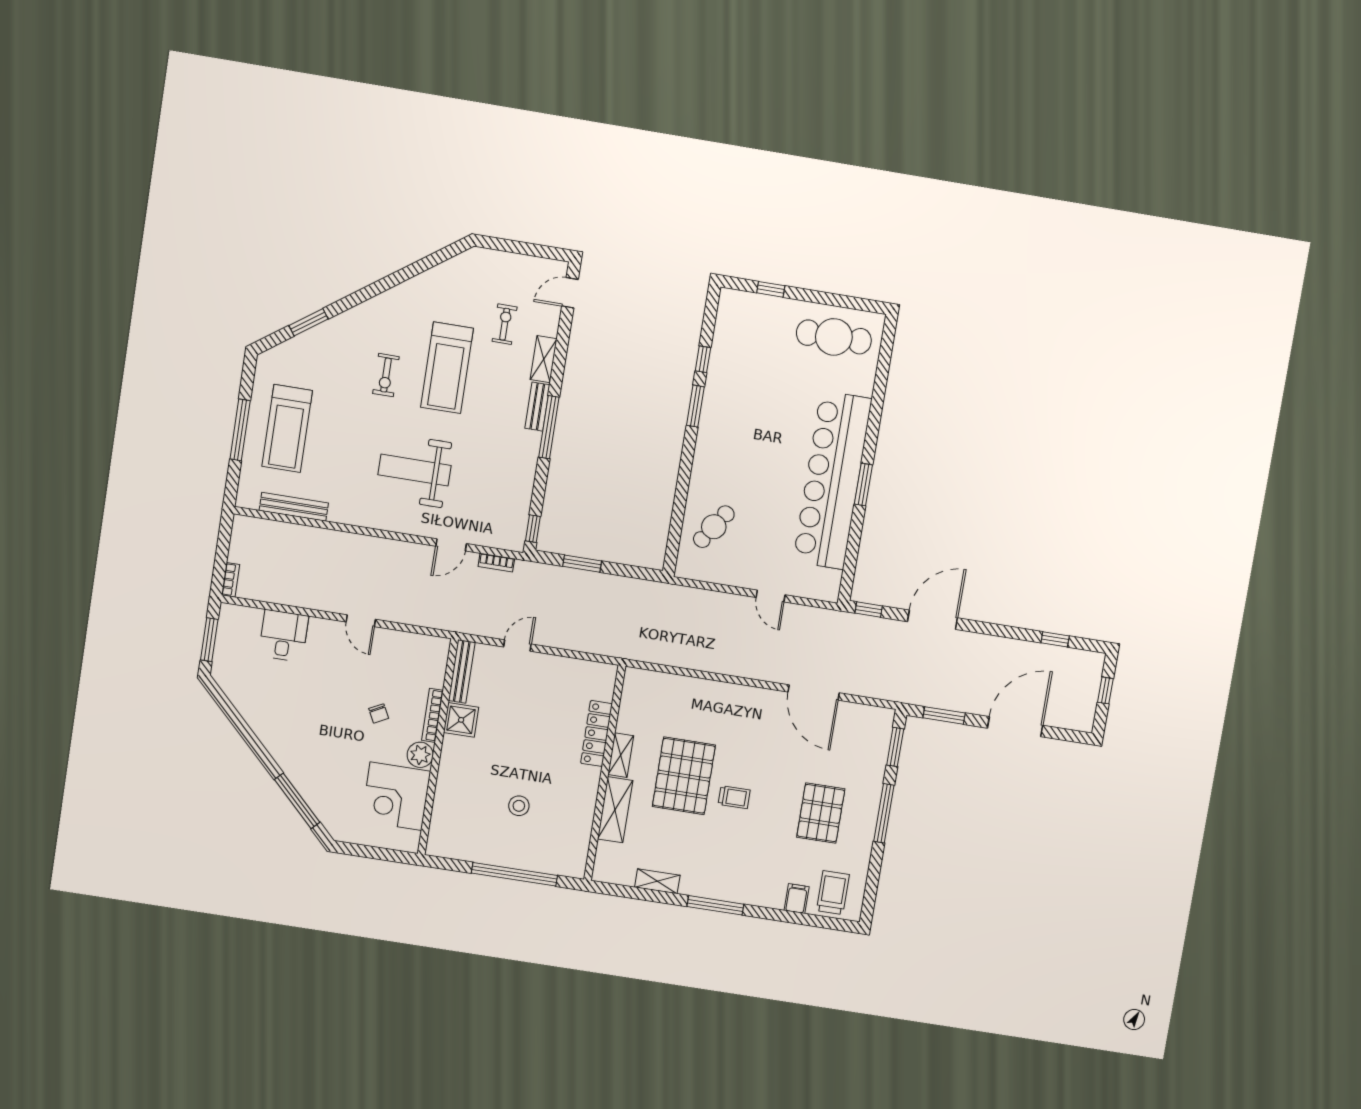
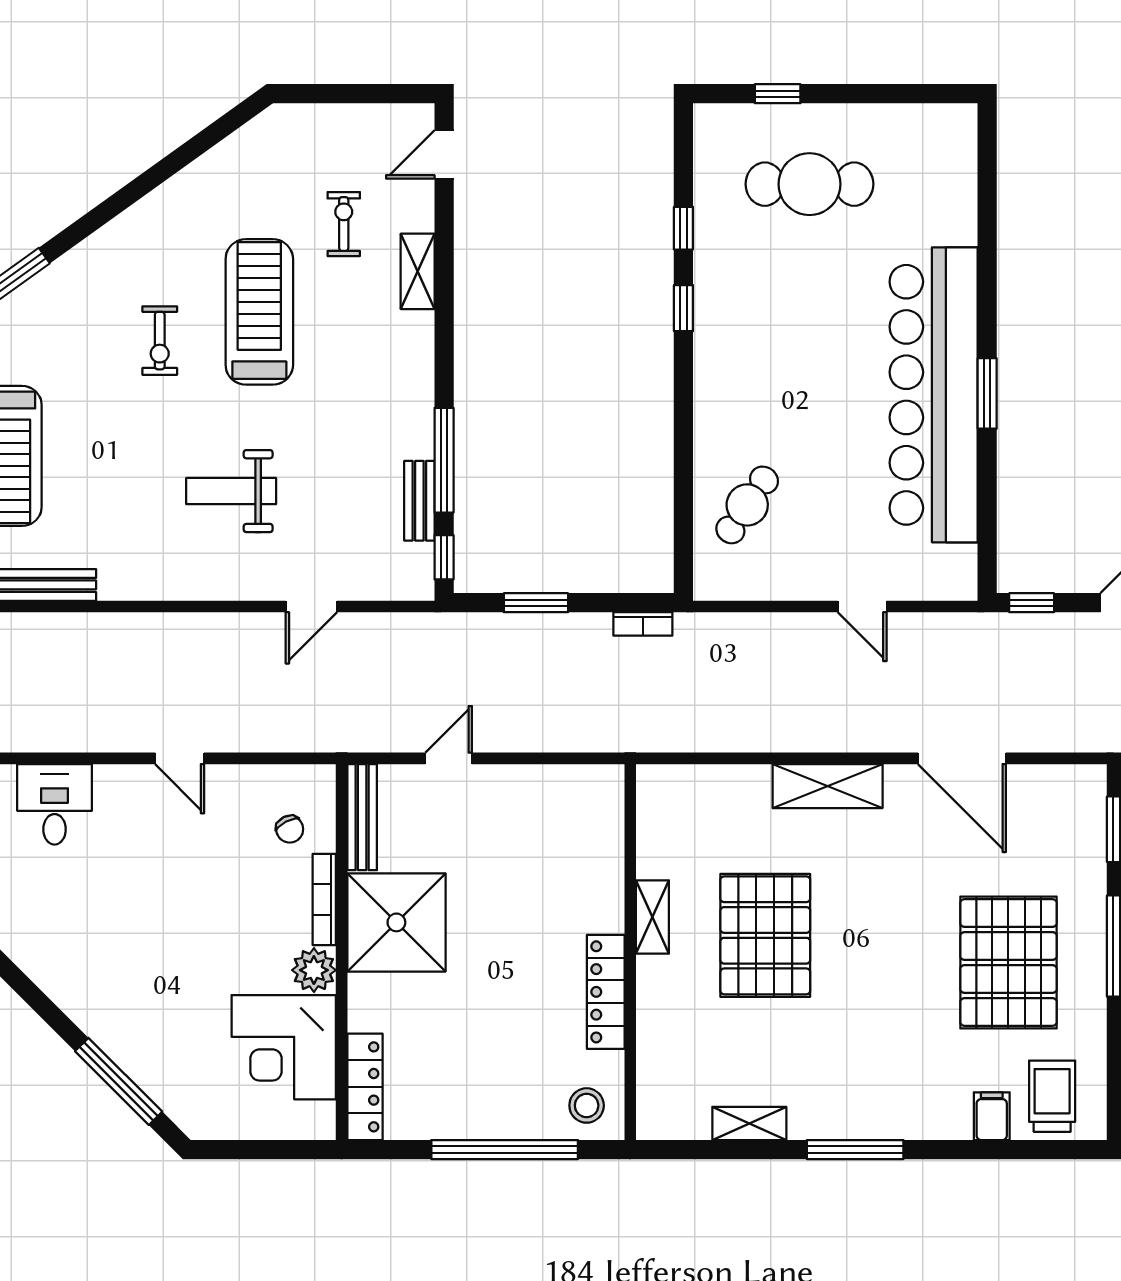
cafe table: (834, 337) -> (809, 184), moved
treadmill: (447, 368) -> (259, 312), turned 180
window: (695, 406) -> (683, 308), width x0.67
bench: (537, 407) -> (419, 501), moved
window: (549, 427) -> (444, 460), moved
weight bench: (414, 470) -> (231, 491), width x0.73, depth x0.75
bookcase: (496, 563) -> (643, 624), moved
chair: (379, 713) -> (290, 829), moved
shower: (461, 720) -> (396, 922), width x1.86, depth x1.86
locker: (596, 733) -> (606, 992), moved
trolley: (734, 797) -> (857, 959), removed
stool: (519, 806) -> (587, 1105), moved
shelving: (615, 810) -> (828, 786), moved, turned 90
pallet: (821, 813) -> (1008, 963), width x1.37, depth x1.41
locker: (439, 826) -> (365, 1087), added

